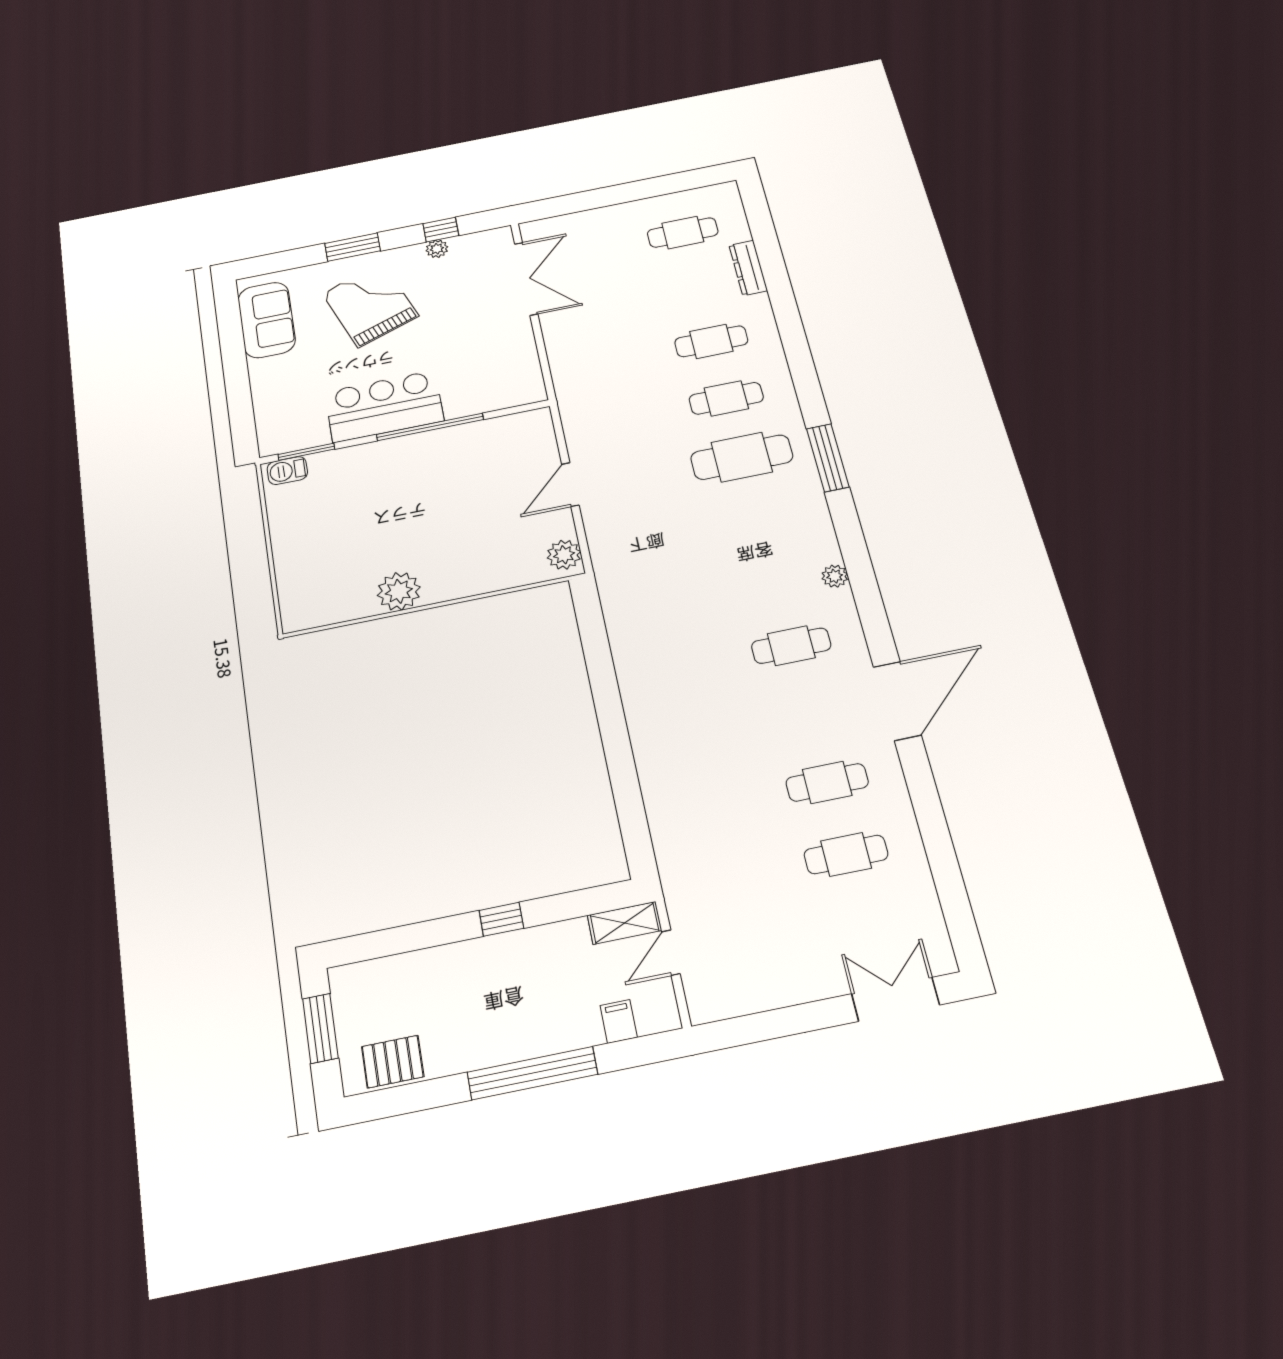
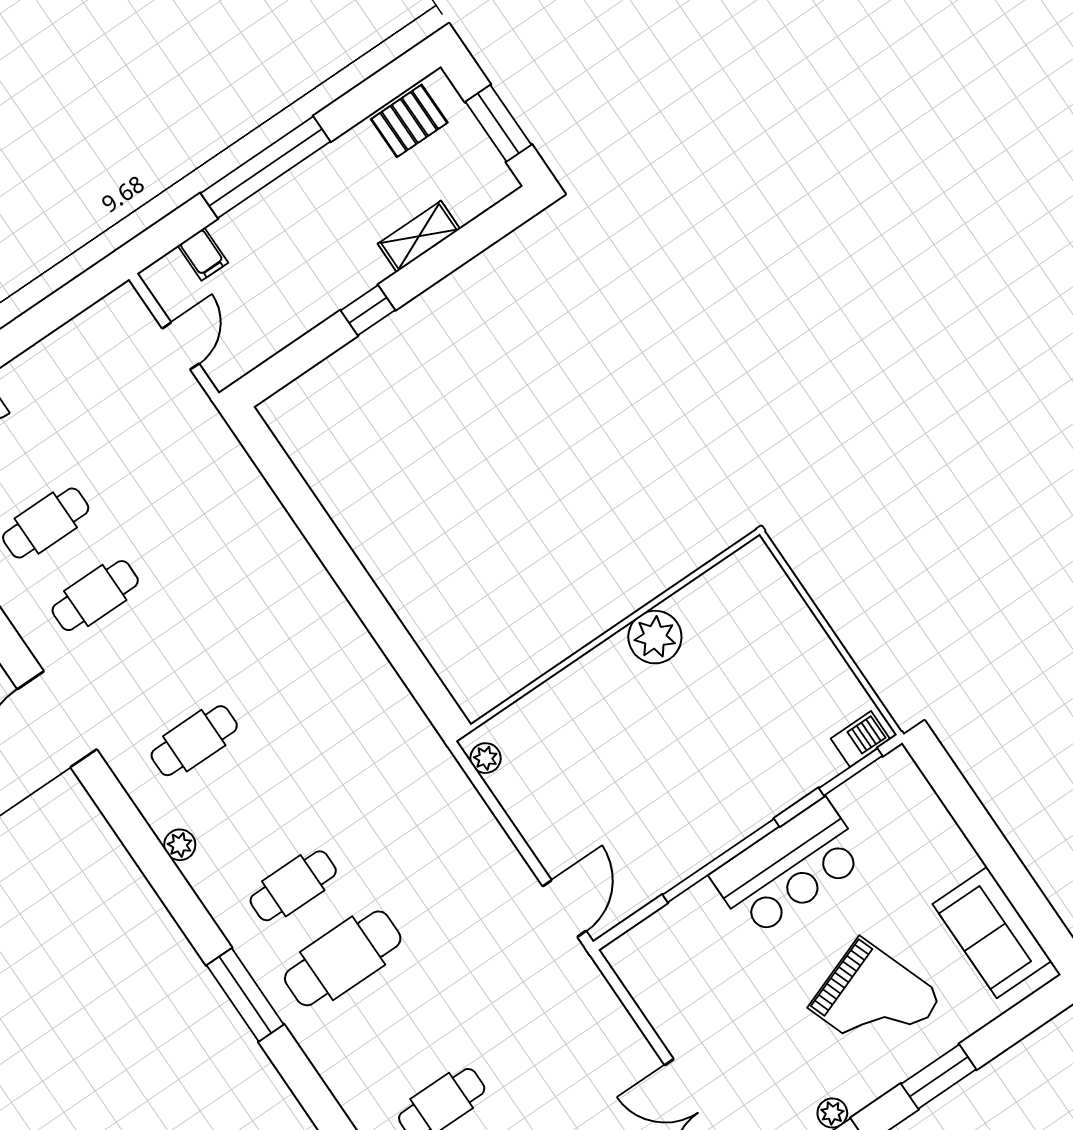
cafe table: (726, 398) -> (293, 886), moved
door: (570, 485) -> (564, 908), moved
plant: (564, 555) -> (486, 758), width x0.73, depth x0.73
shelving: (624, 923) -> (419, 236), moved

